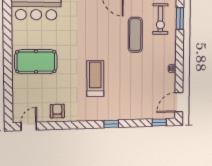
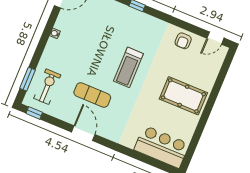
exercise mat: (135, 35) -> (92, 95), moved, turned 90
treadmill: (95, 79) -> (128, 67), moved

